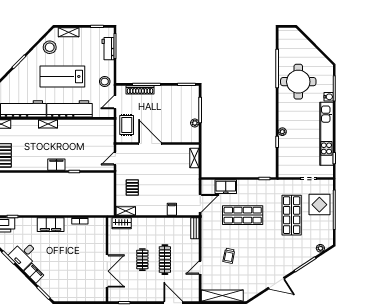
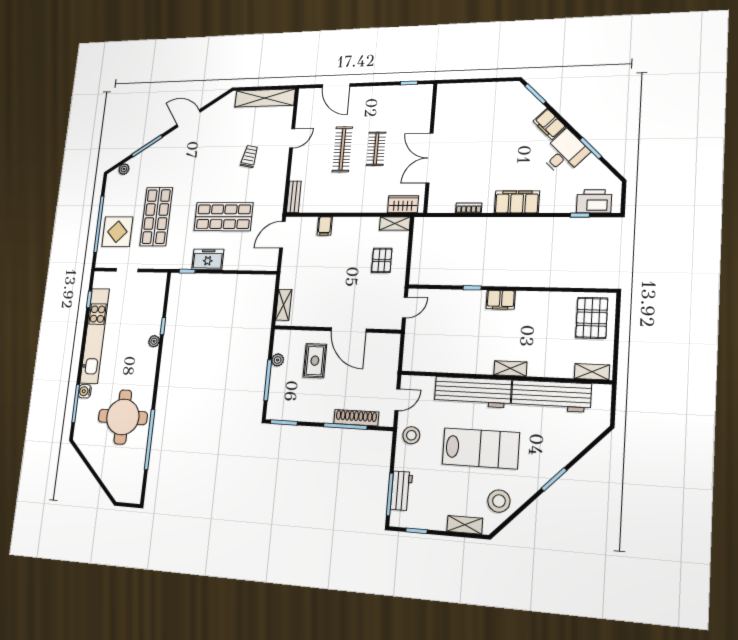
rug: (127, 125) -> (315, 361), moved
freezer: (226, 187) -> (208, 259), moved
double door: (107, 271) -> (429, 158), moved

